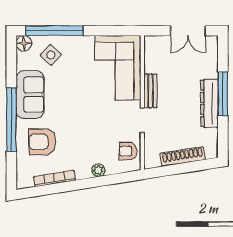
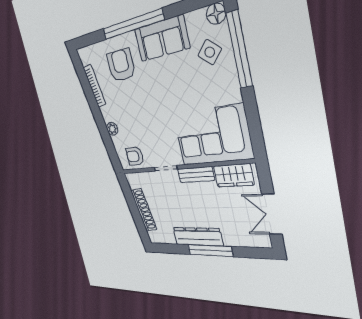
wardrobe: (153, 56) -> (233, 175), added
armchair: (128, 151) -> (135, 156), turned -90

